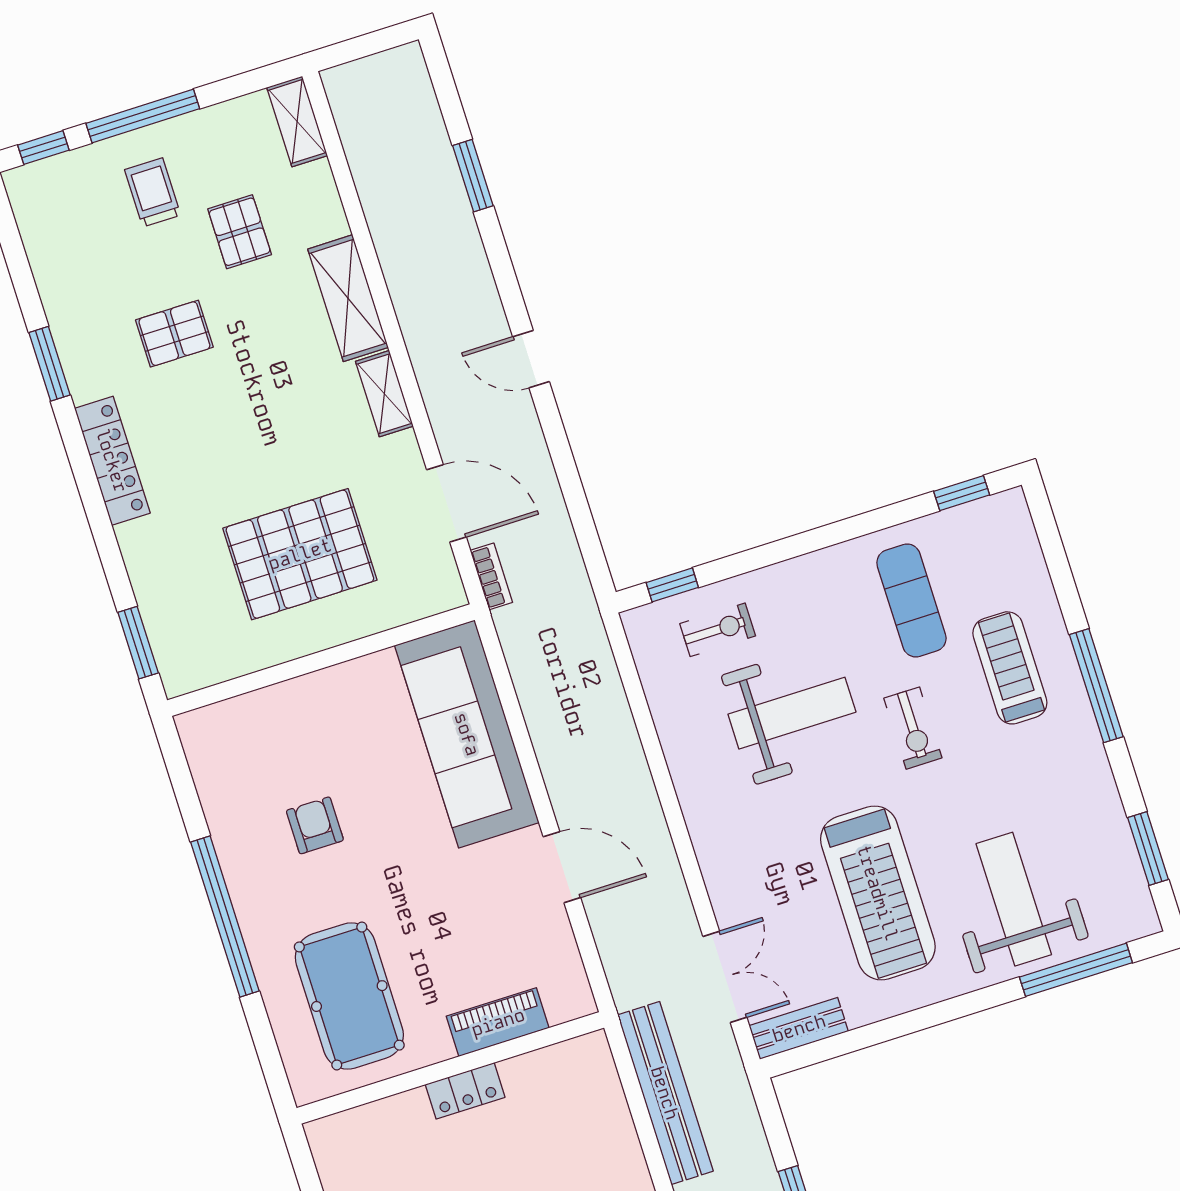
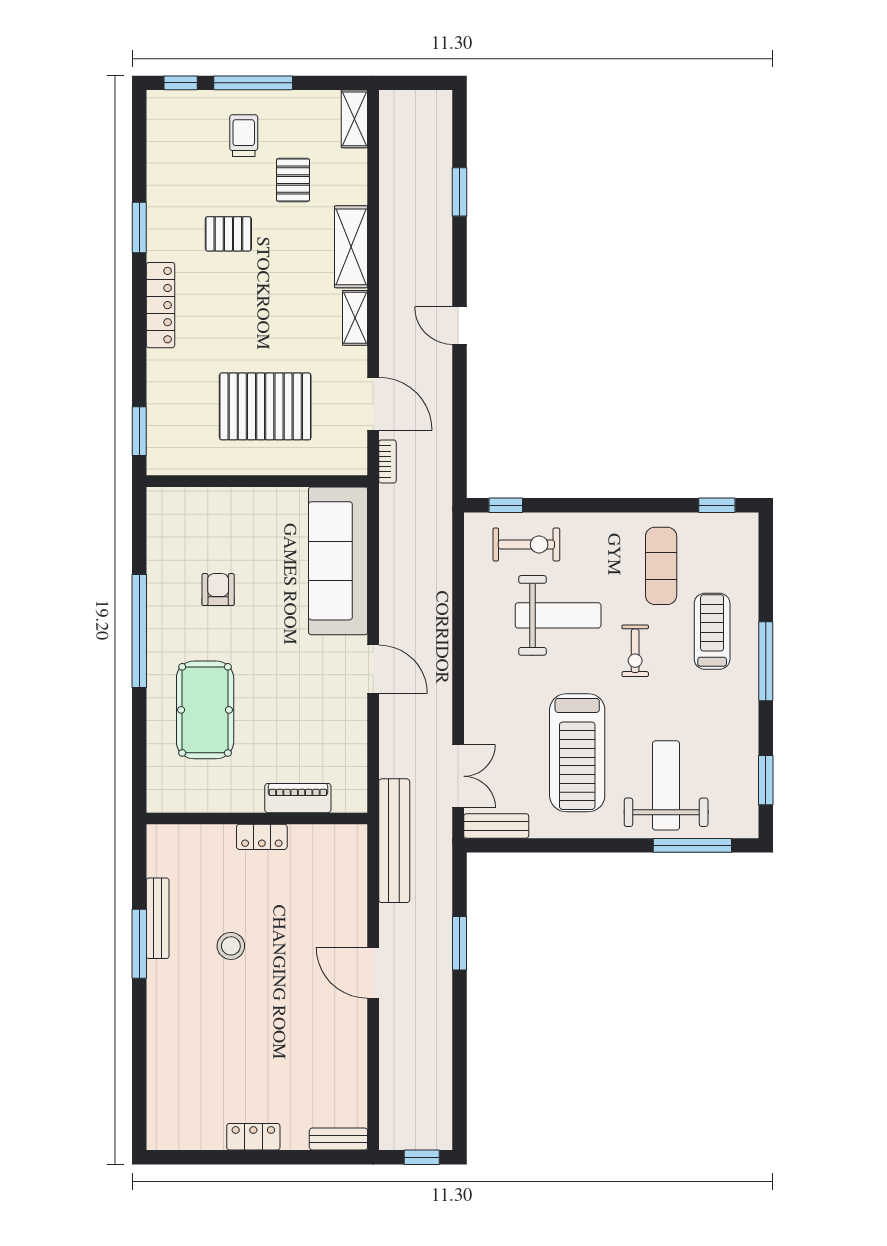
exercise bike: (718, 630) -> (526, 544), width x1.38, depth x1.39
piano: (498, 1022) -> (298, 798), moved
wall: (450, 1068) -> (257, 818), moved
locker: (465, 1091) -> (262, 837), moved

